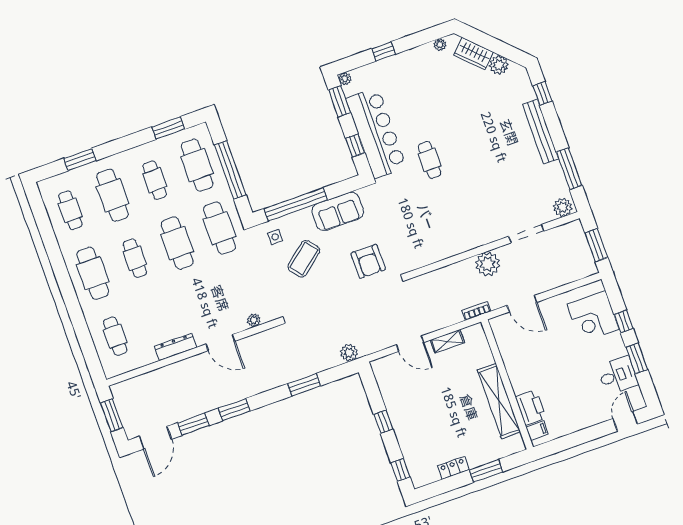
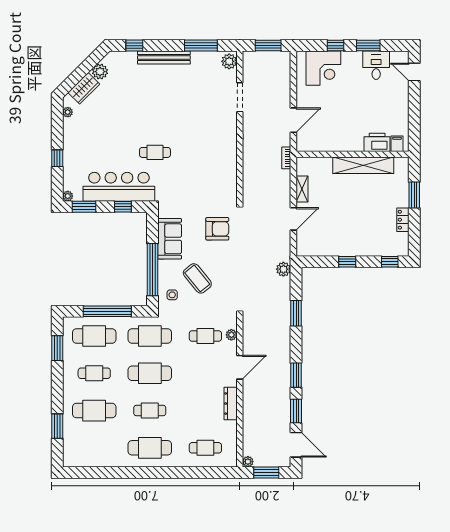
cafe table: (70, 210) -> (205, 336), moved
plant: (488, 264) -> (248, 462), moved, width x0.53, depth x0.53

